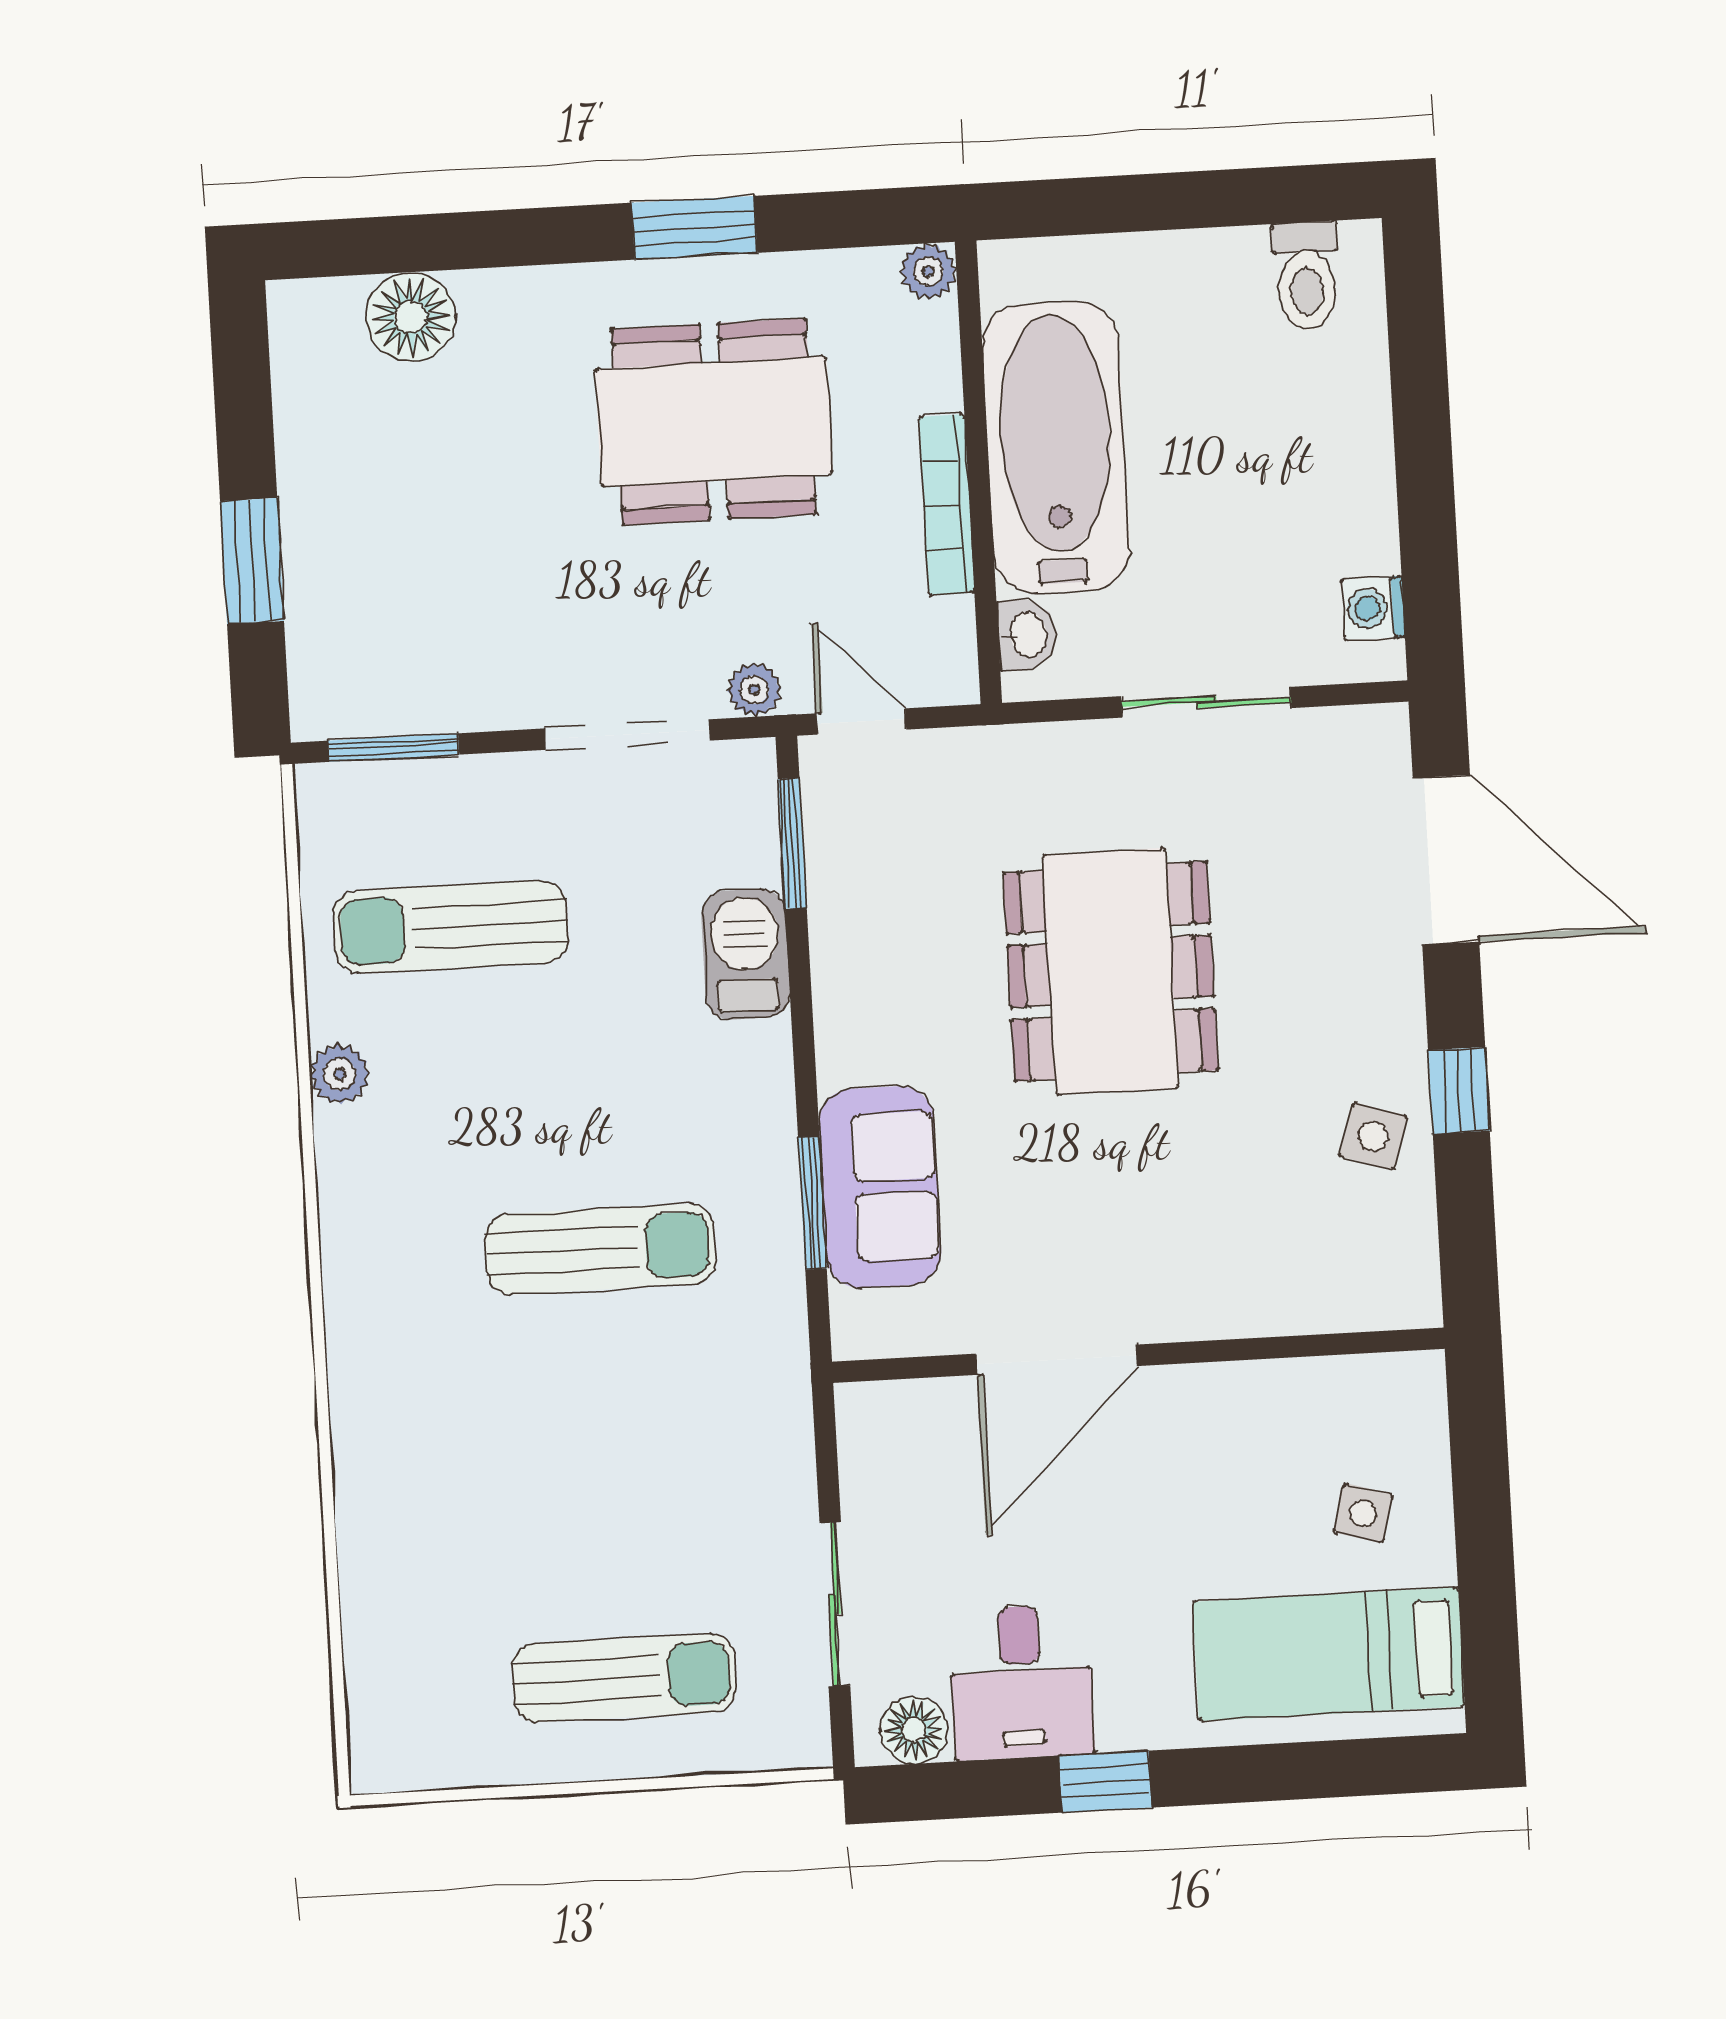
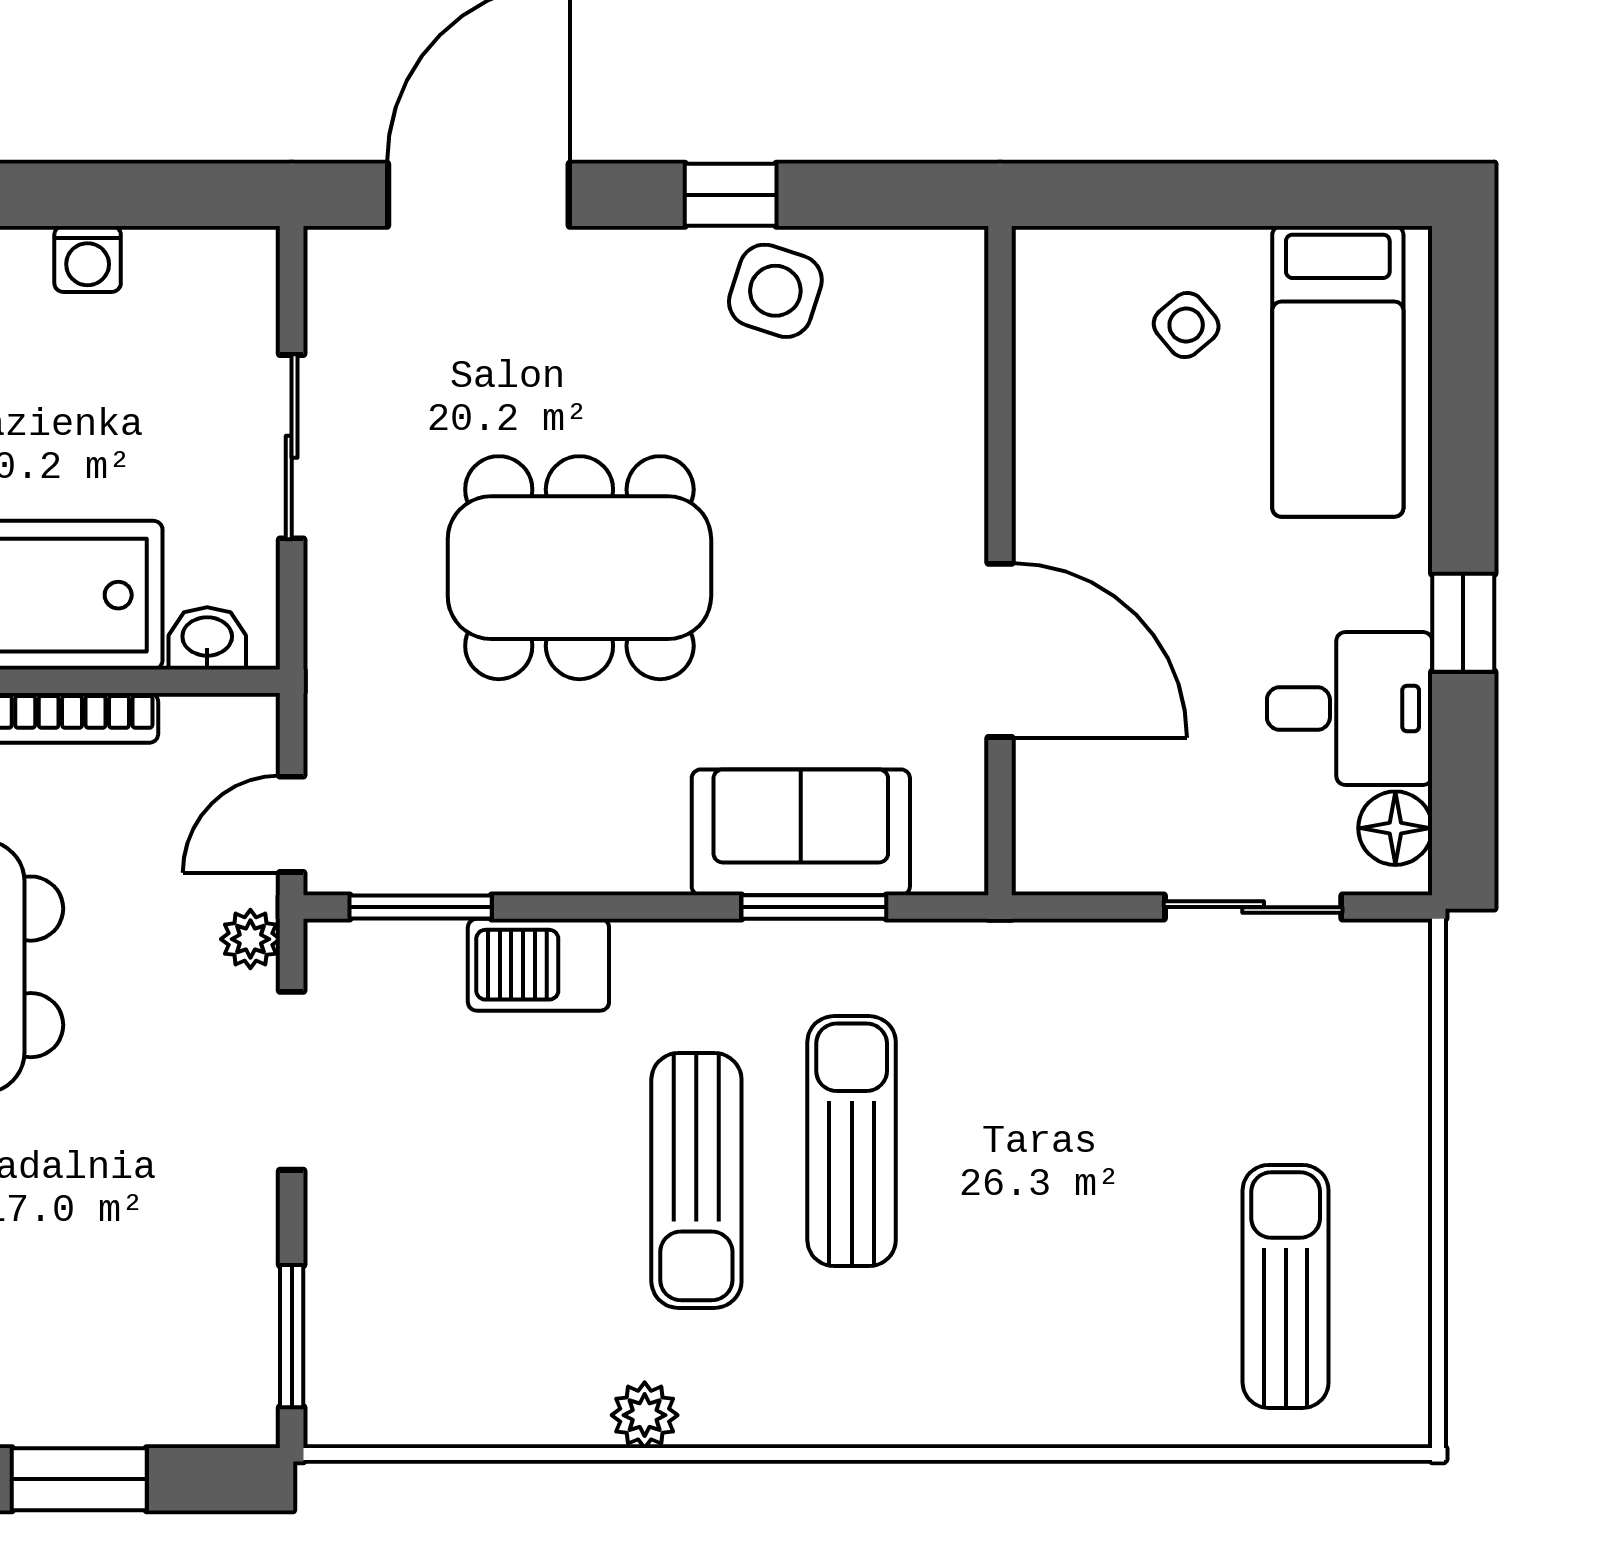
washing machine: (1373, 608) -> (88, 259), moved
sun lounger: (451, 927) -> (696, 1180), moved
side table: (1373, 1136) -> (775, 291), width x1.37, depth x1.37
side table: (1363, 1513) -> (1186, 325), turned 34
sun lounger: (624, 1678) -> (1286, 1286), moved

